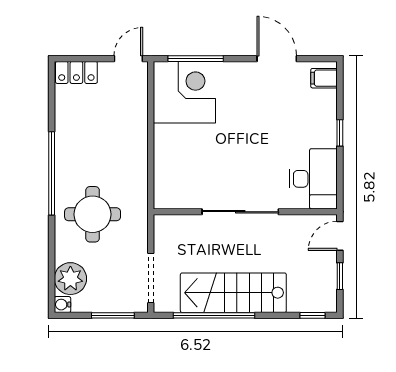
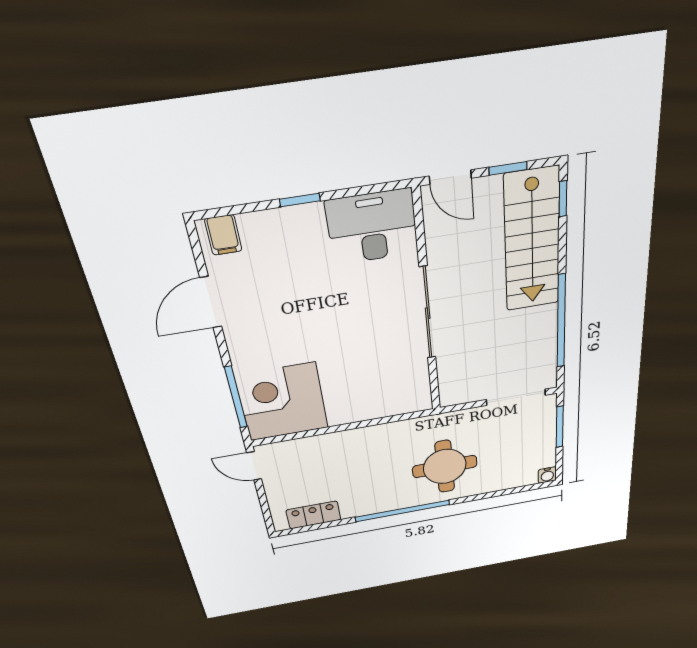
locker: (76, 72) -> (314, 515), moved, turned -90
plant: (70, 279) -> (519, 473), removed
stairs: (233, 293) -> (532, 241), moved

